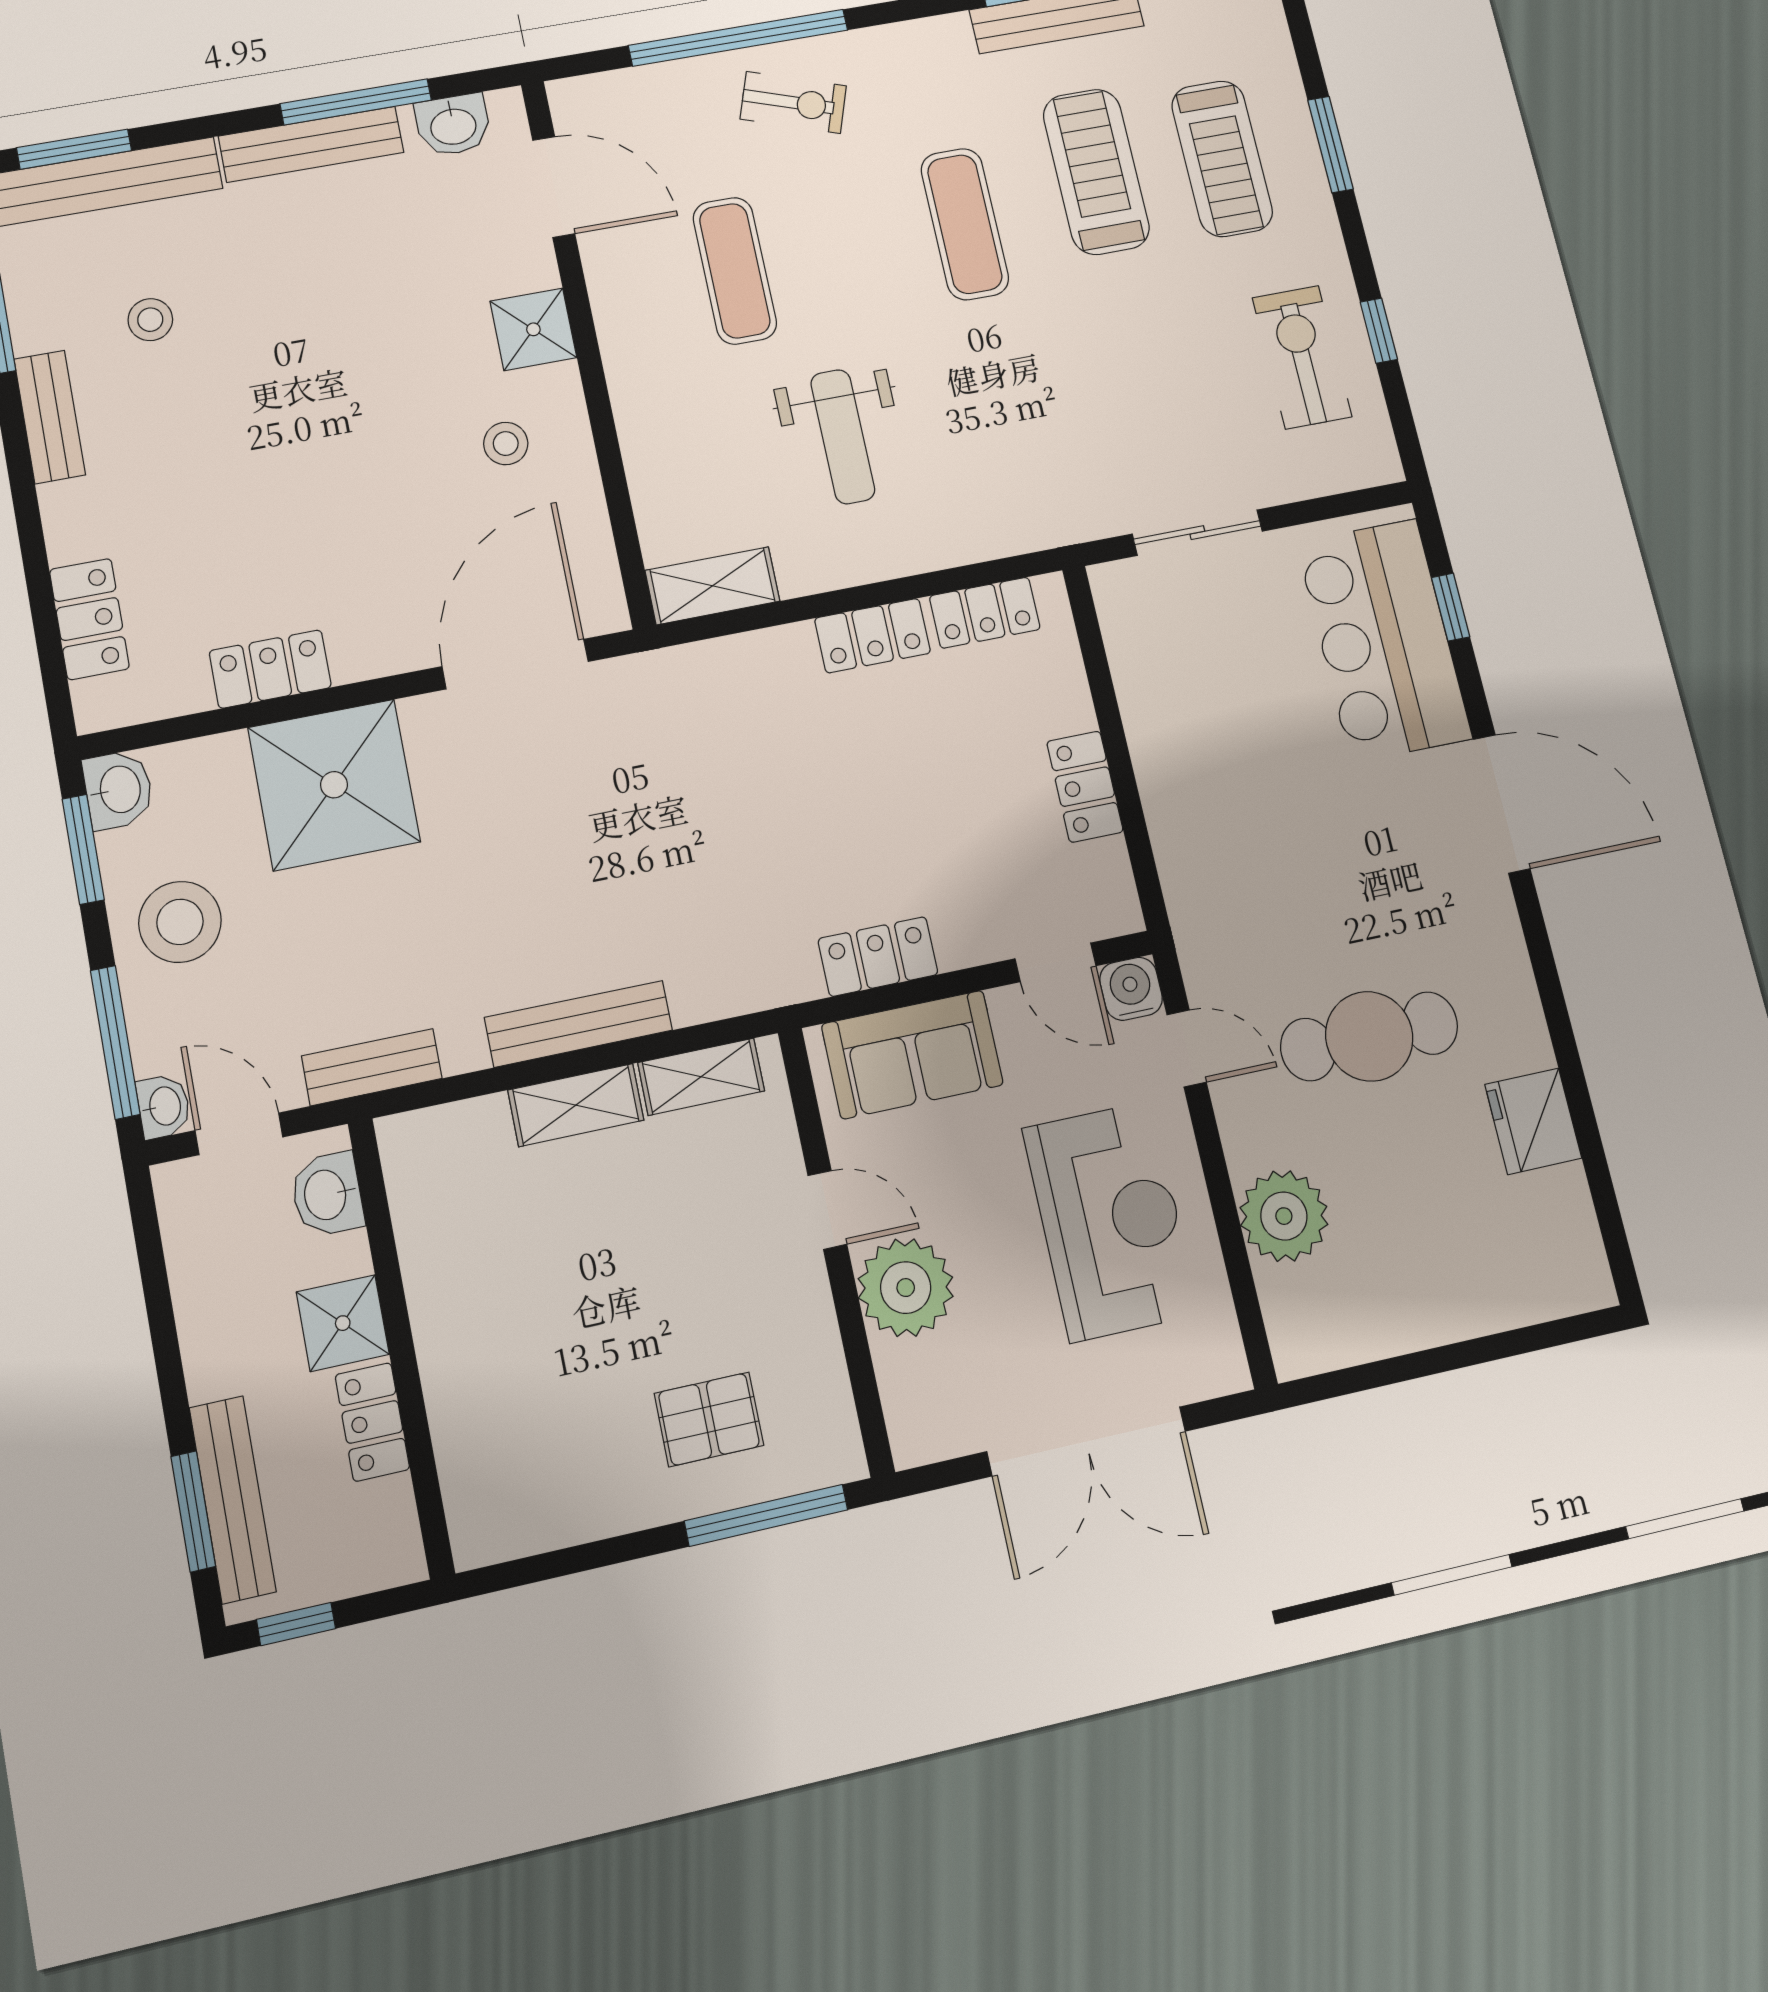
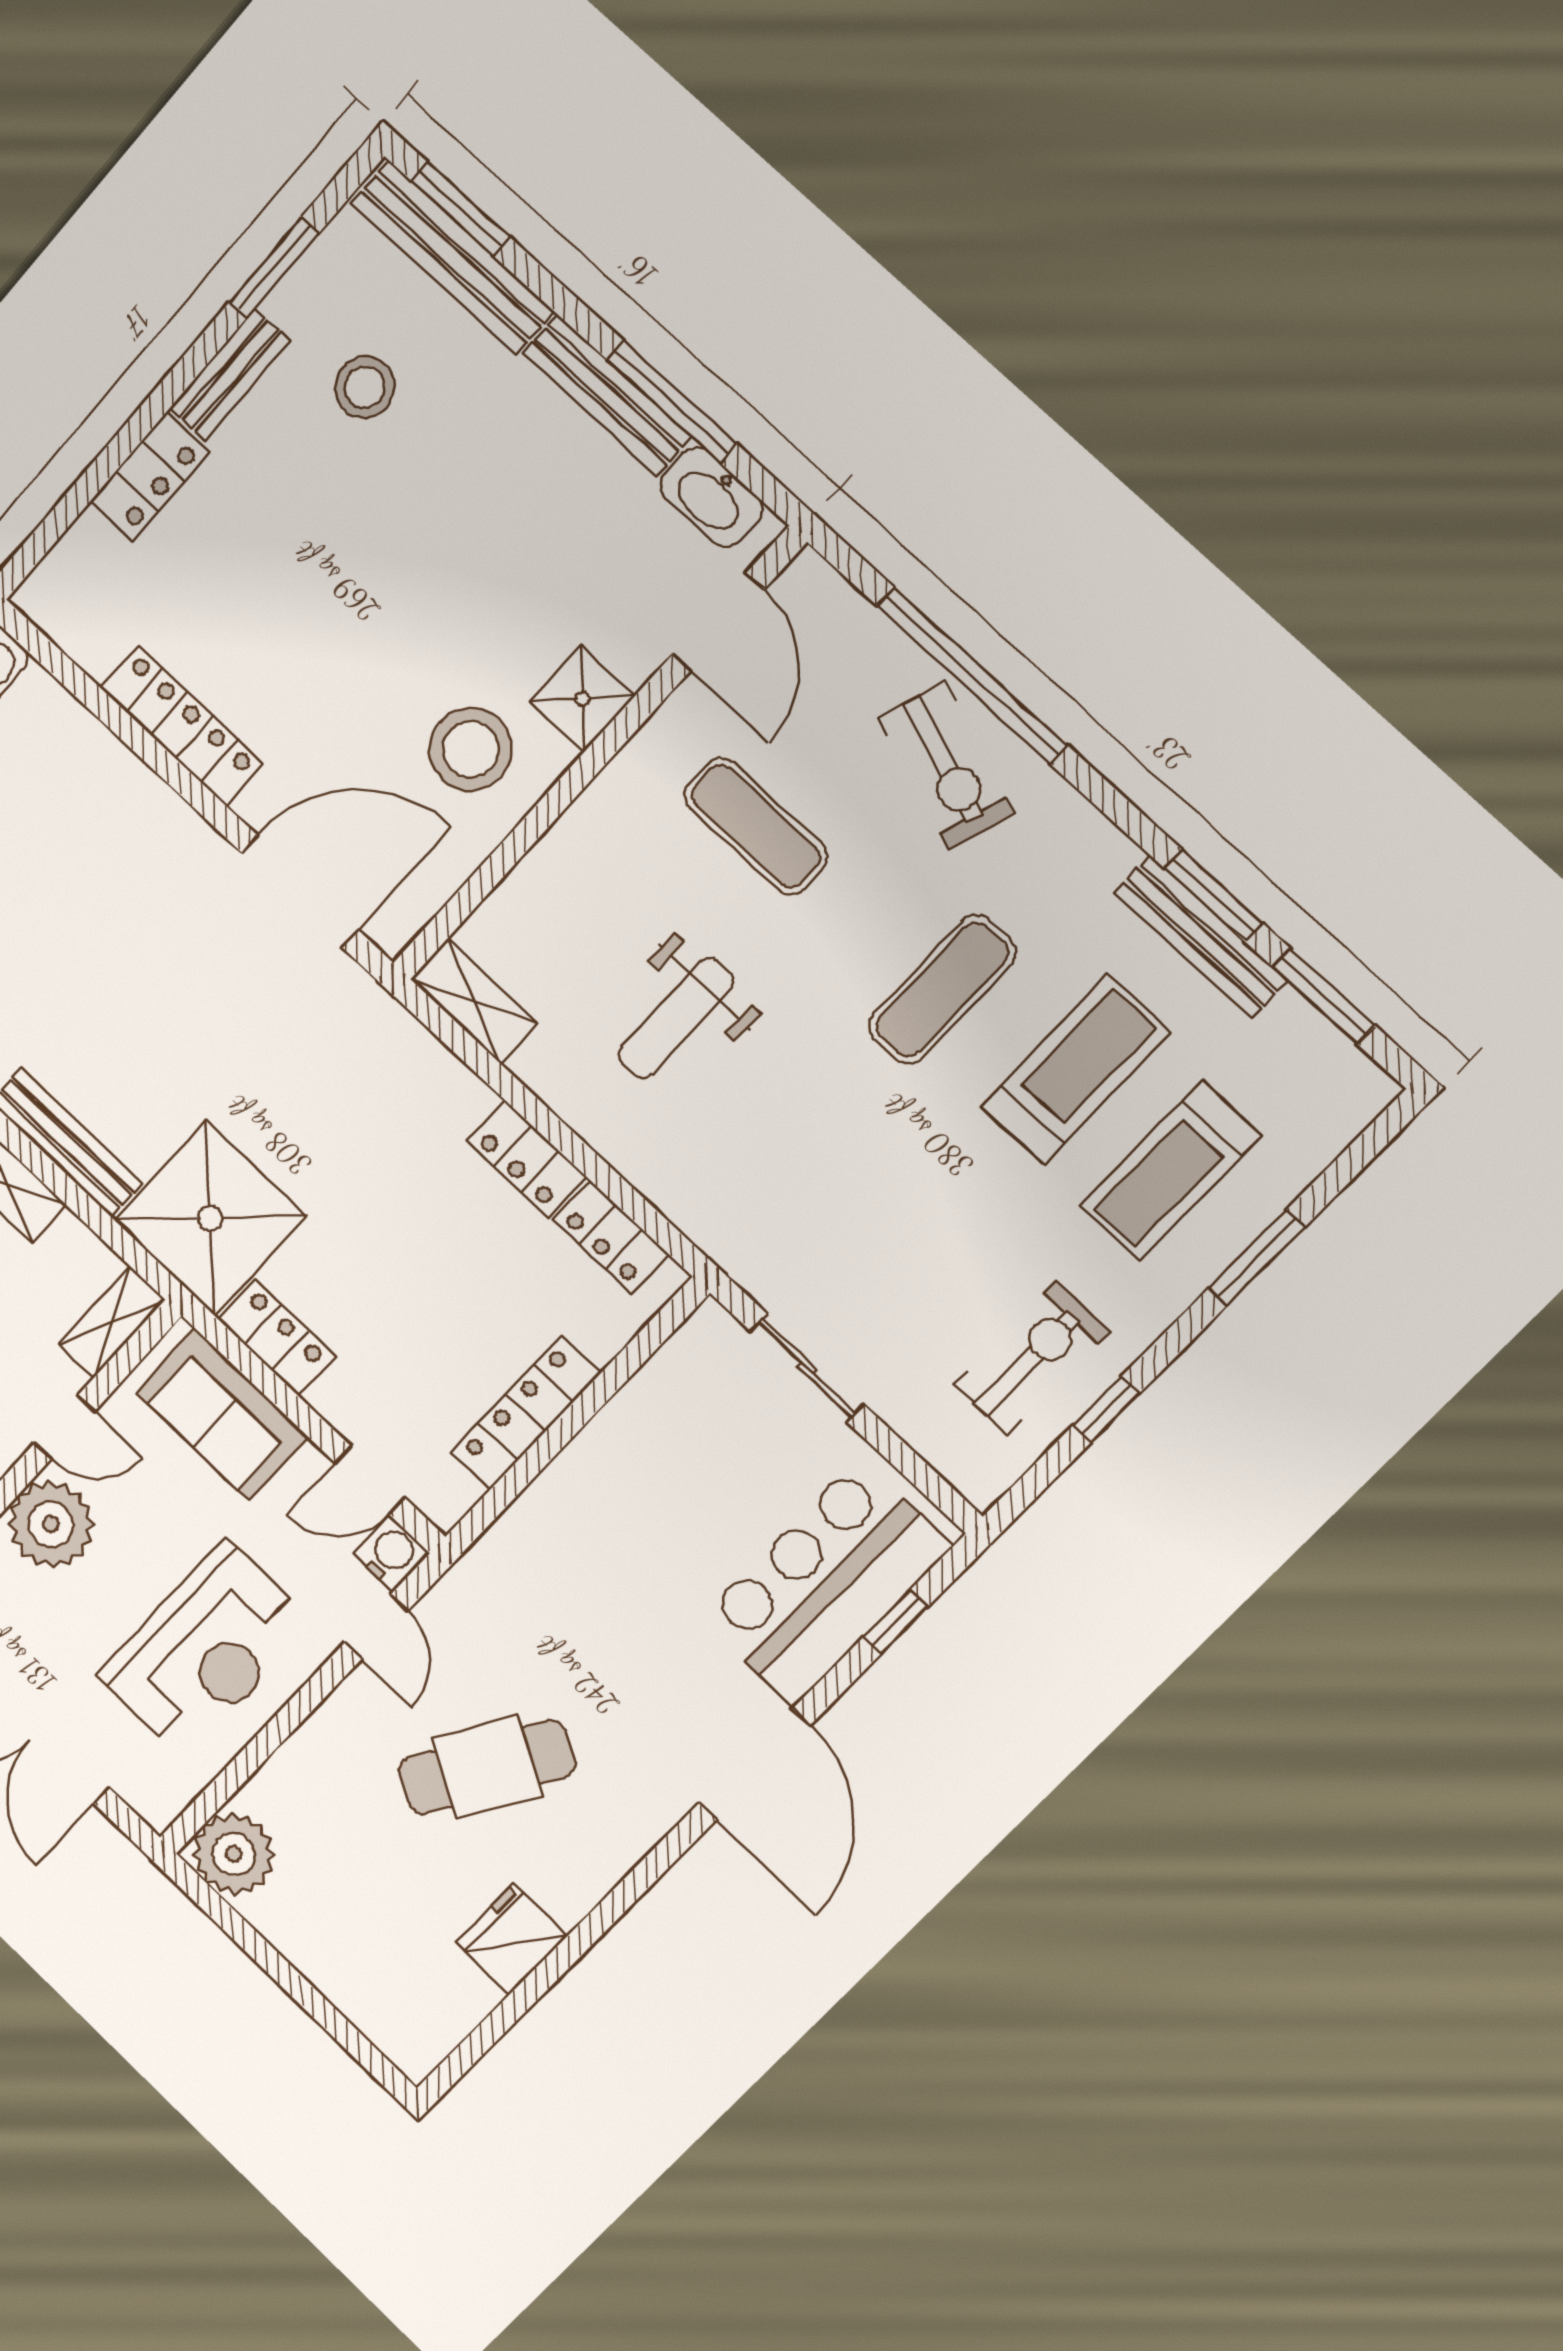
exercise bike: (793, 102) -> (946, 766), width x1.38, depth x1.39
washbasin: (453, 125) -> (711, 497), width x1.38
exercise mat: (735, 271) -> (756, 826), turned 90
stool: (150, 320) -> (365, 387), width x1.37, depth x1.37
stool: (506, 444) -> (471, 749), width x1.89, depth x1.89
locker: (89, 619) -> (150, 476), moved
locker: (270, 669) -> (182, 725), width x1.53
shower: (334, 785) -> (210, 1218), moved
locker: (1085, 787) -> (526, 1413), width x1.53
door: (1056, 962) -> (370, 1480), hinge flipped
cafe table: (1369, 1036) -> (487, 1767), turned -60
shelving: (701, 1077) -> (112, 1322), moved, turned 90
door: (827, 1210) -> (65, 1427), hinge flipped
plant: (1284, 1216) -> (234, 1854), moved

